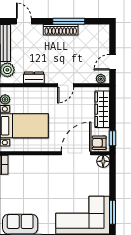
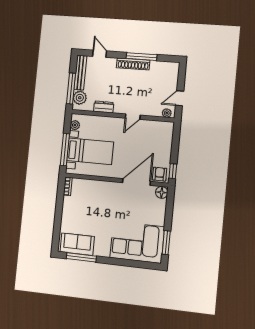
wardrobe: (102, 109) -> (166, 142), removed
armchair: (99, 143) -> (160, 174), turned 90

